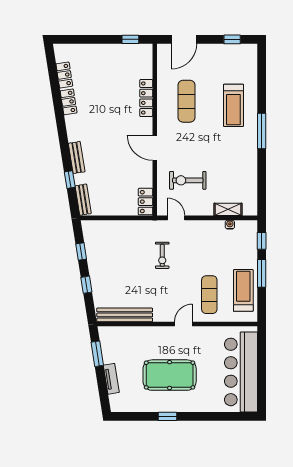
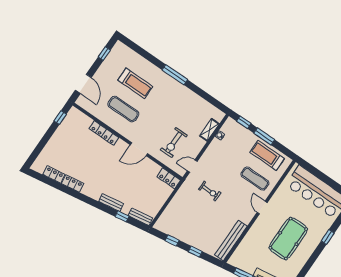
treadmill: (233, 105) -> (135, 83), moved
window: (167, 416) -> (328, 237), moved

